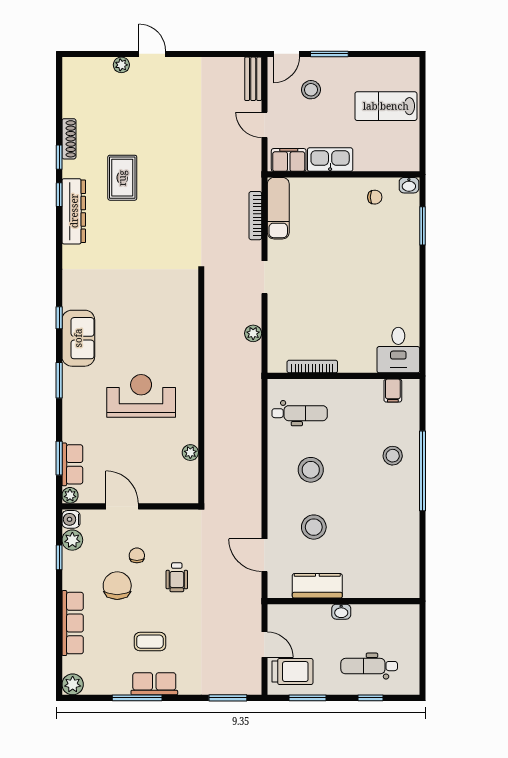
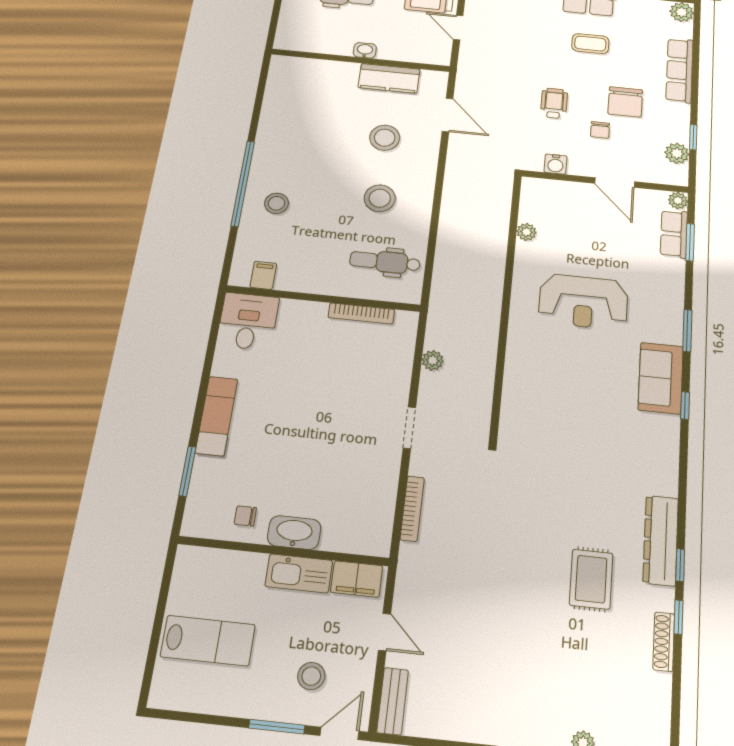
washbasin: (409, 185) -> (294, 533), moved, width x1.91, depth x1.45
exam couch: (278, 208) -> (217, 416), moved, turned 180
water cooler: (71, 519) -> (556, 164), moved, turned 90

